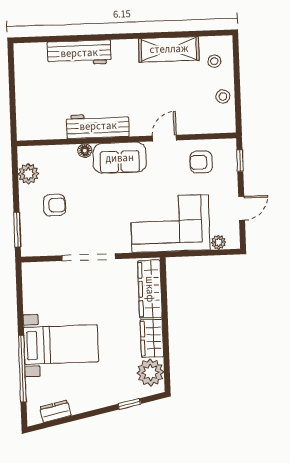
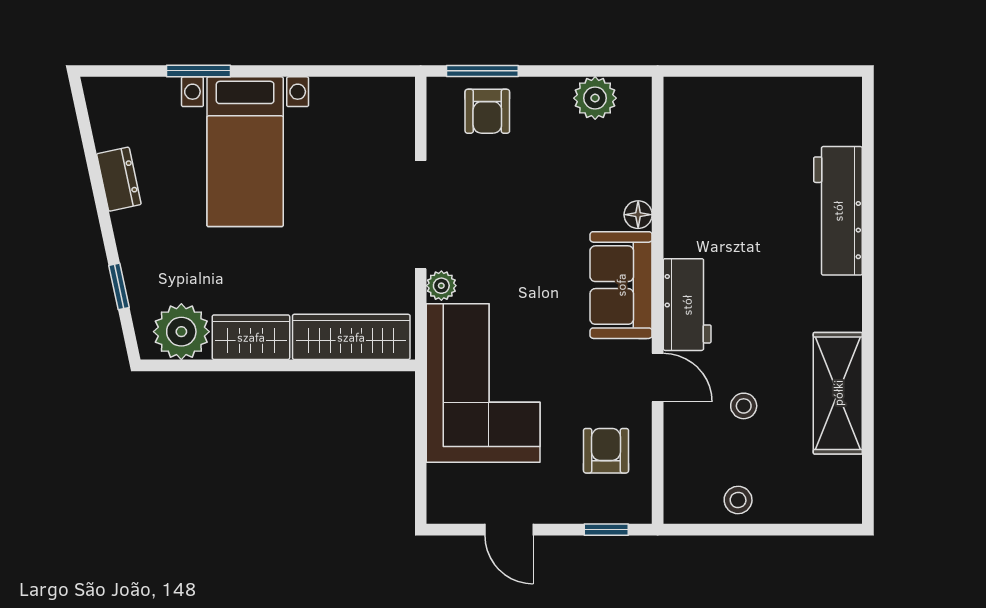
stool: (214, 61) -> (744, 406), moved
workbench: (98, 126) -> (687, 305), moved, width x0.73
armchair: (54, 205) -> (487, 111), moved
plant: (219, 242) -> (441, 286), moved
window: (22, 369) -> (199, 71), width x0.47
dresser: (55, 411) -> (119, 179), moved

